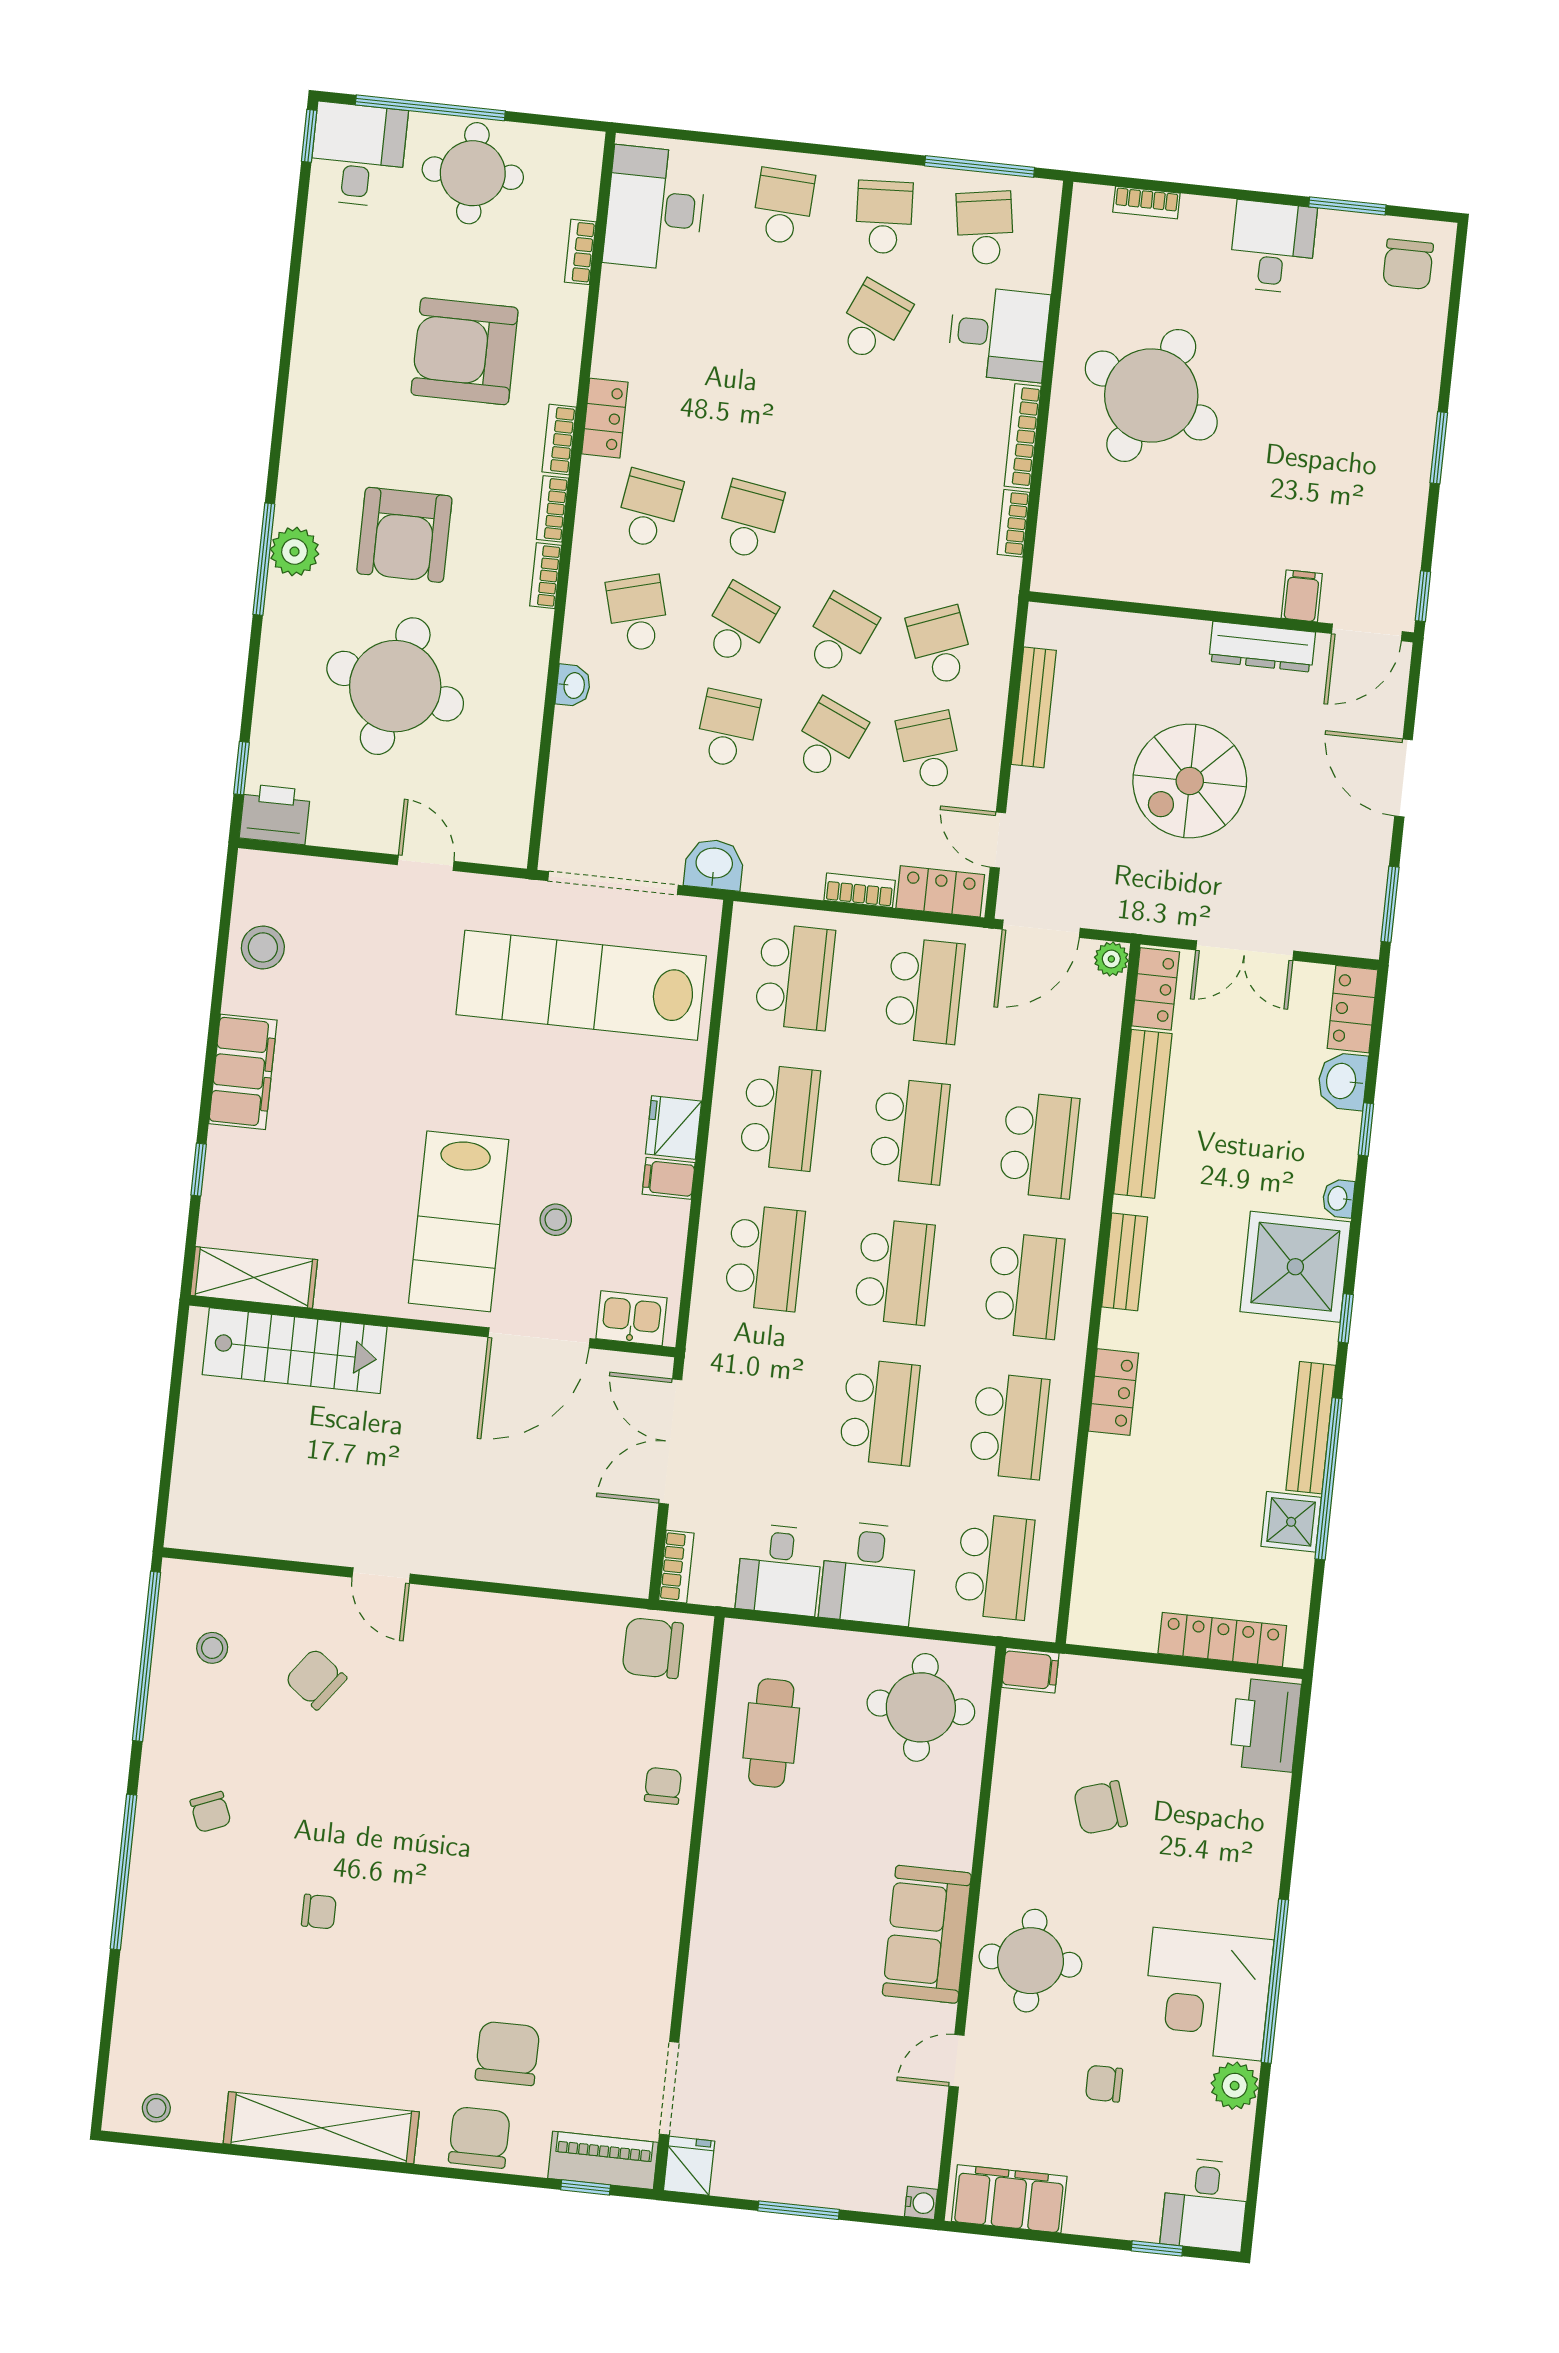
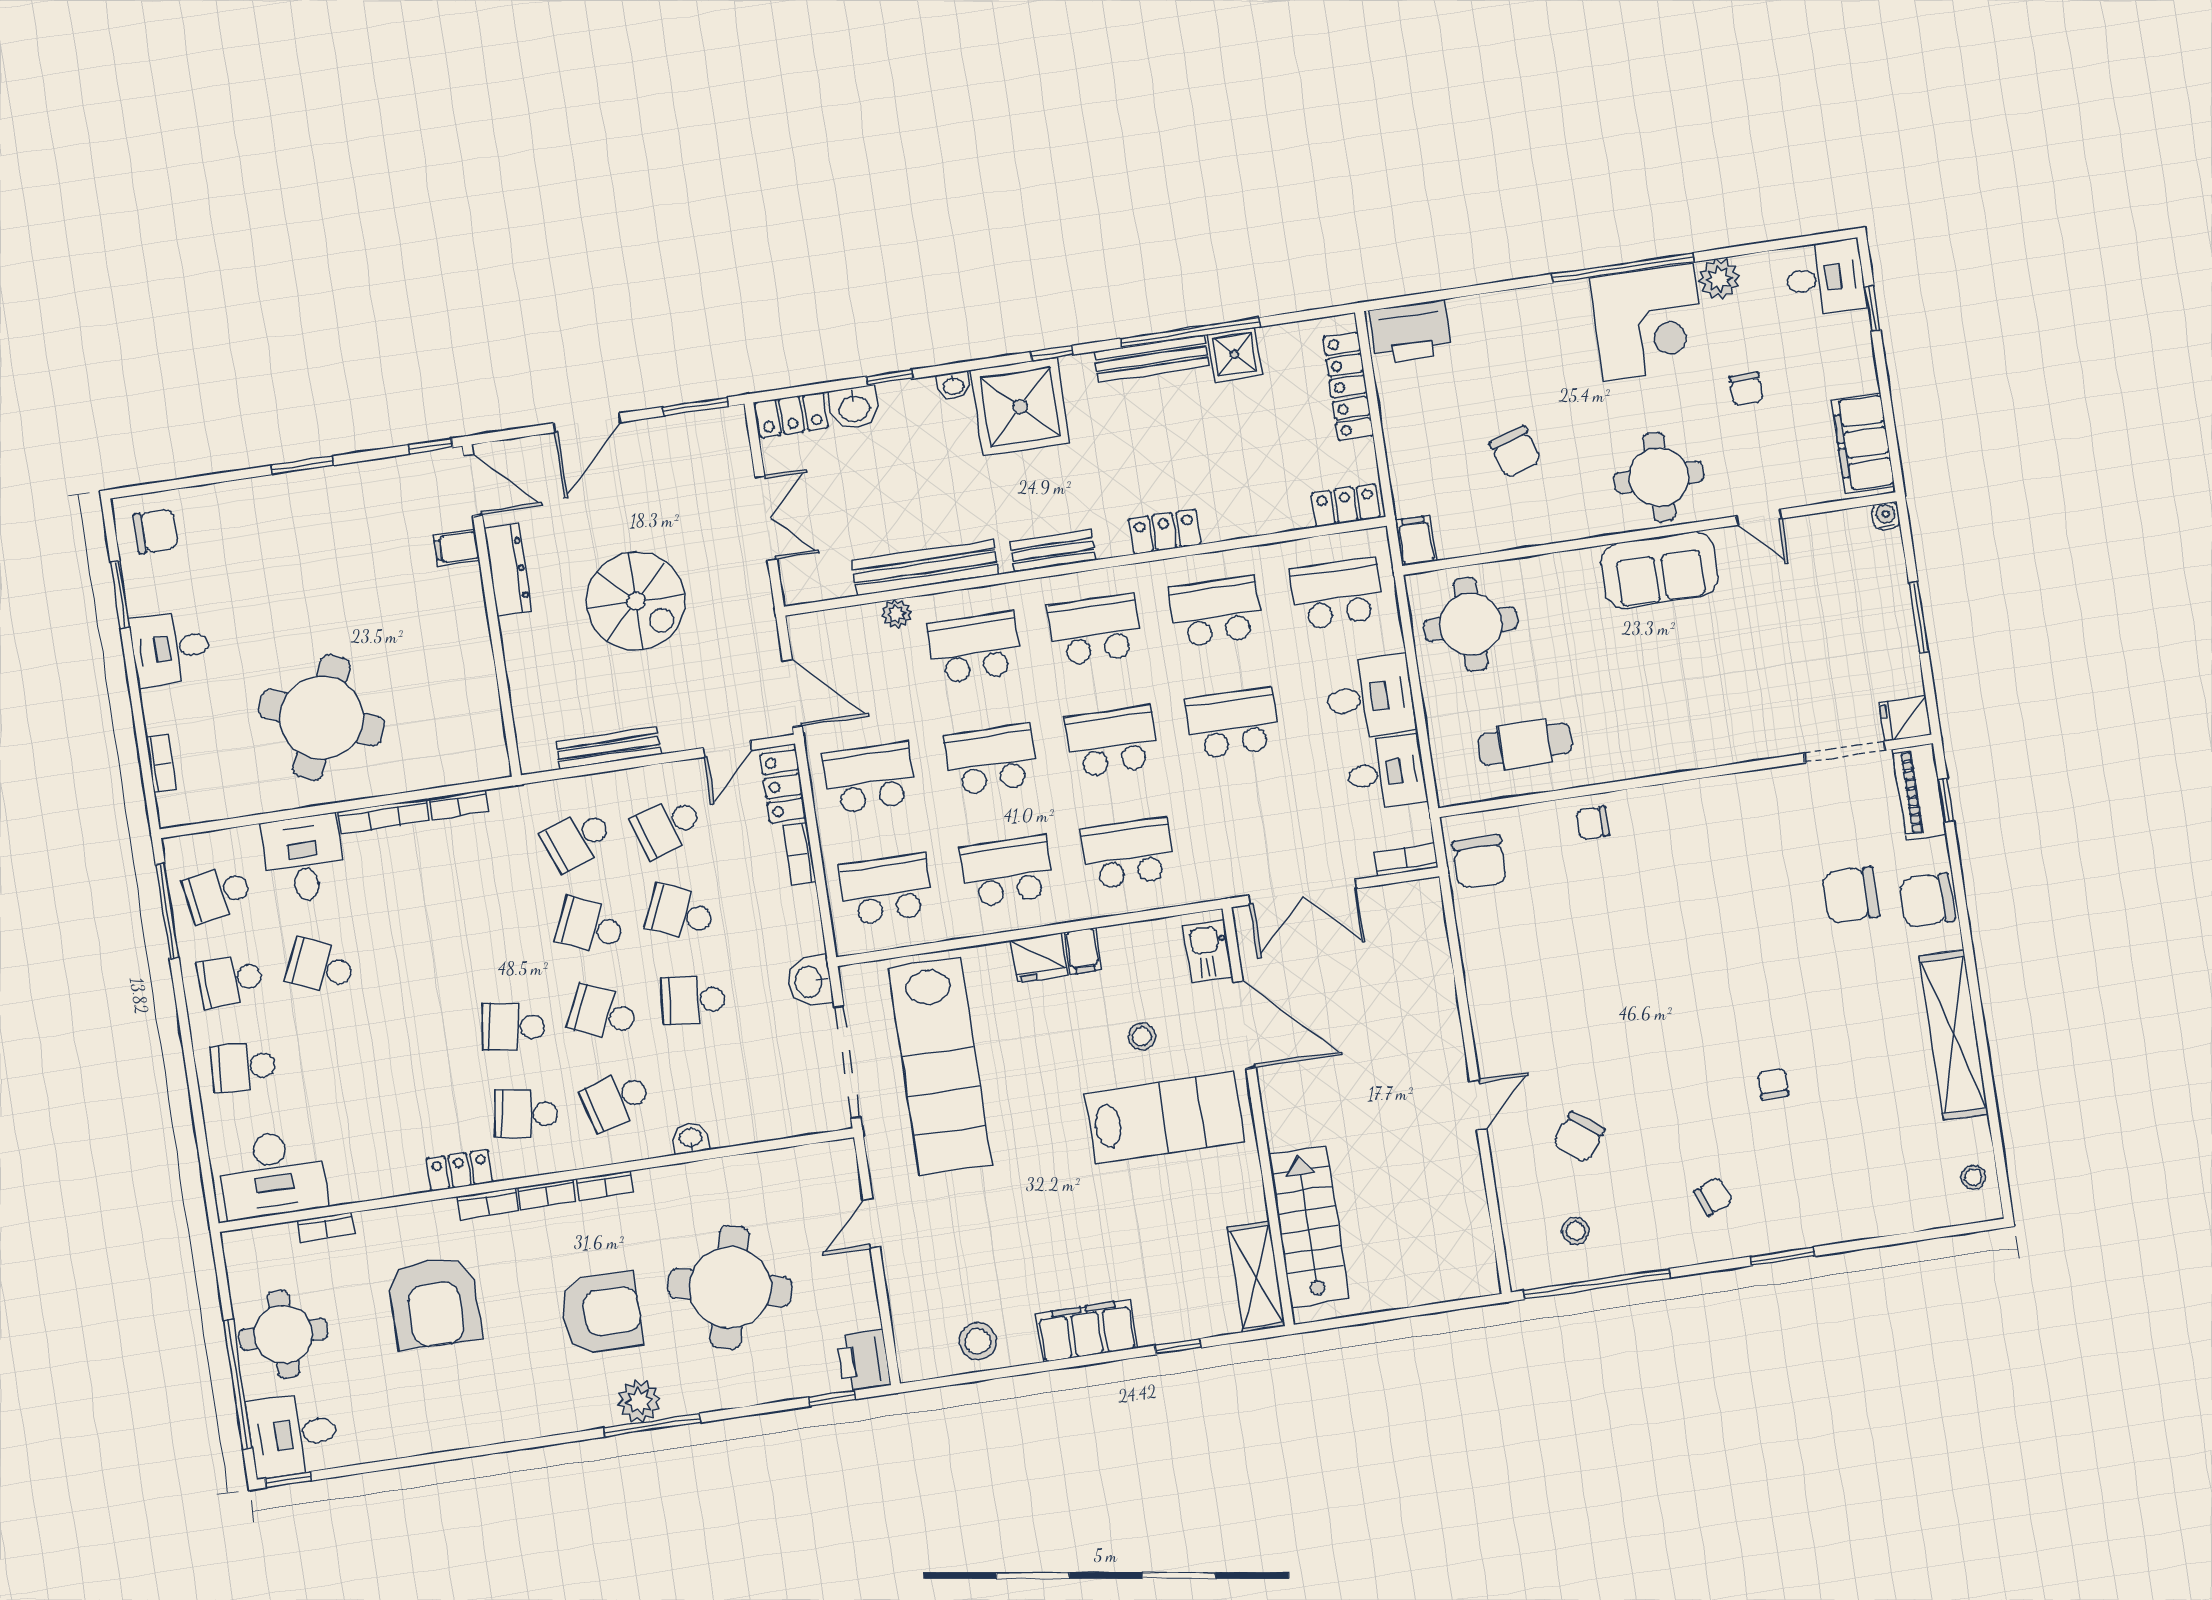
plant: (1111, 959) -> (897, 614), moved
locker: (1156, 989) -> (1346, 505), moved
window: (124, 1872) -> (1783, 1256), width x0.47

